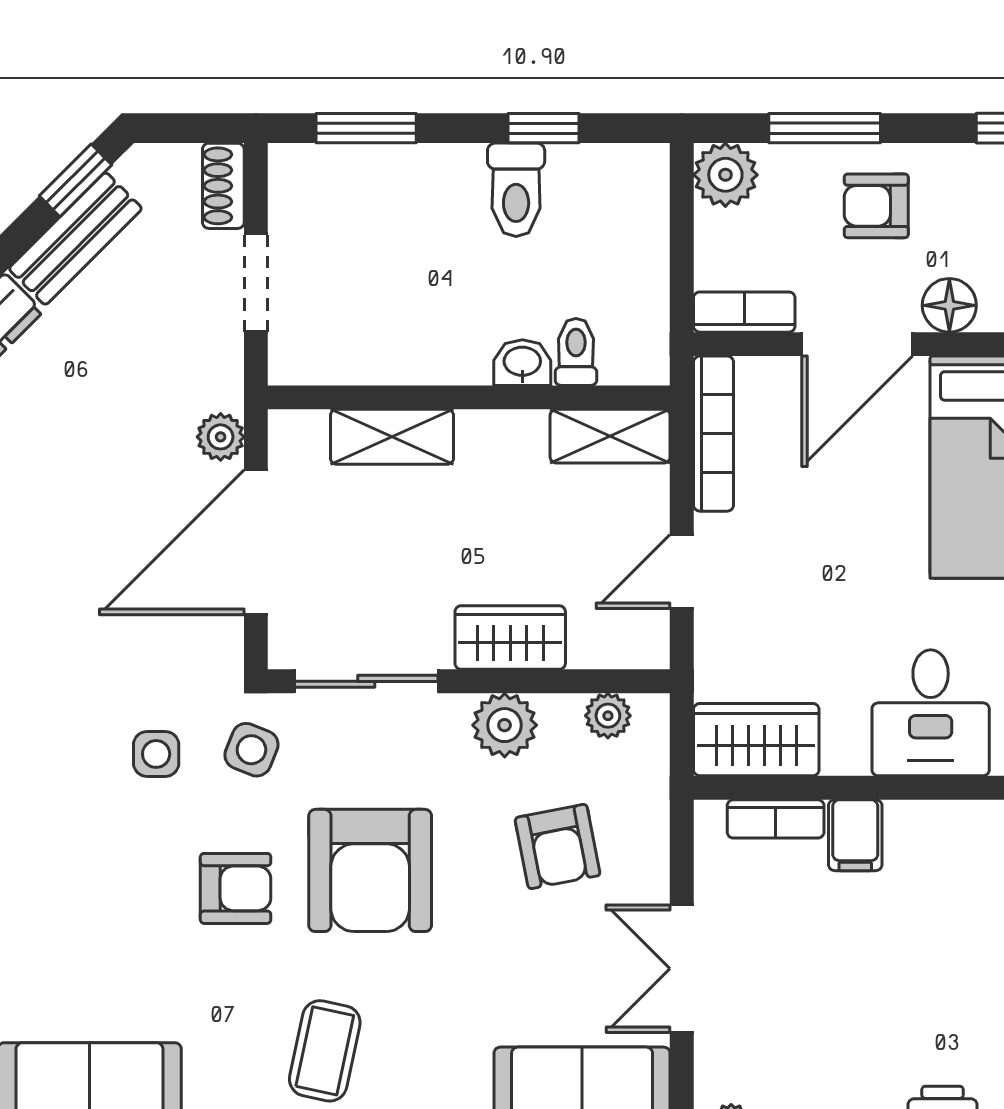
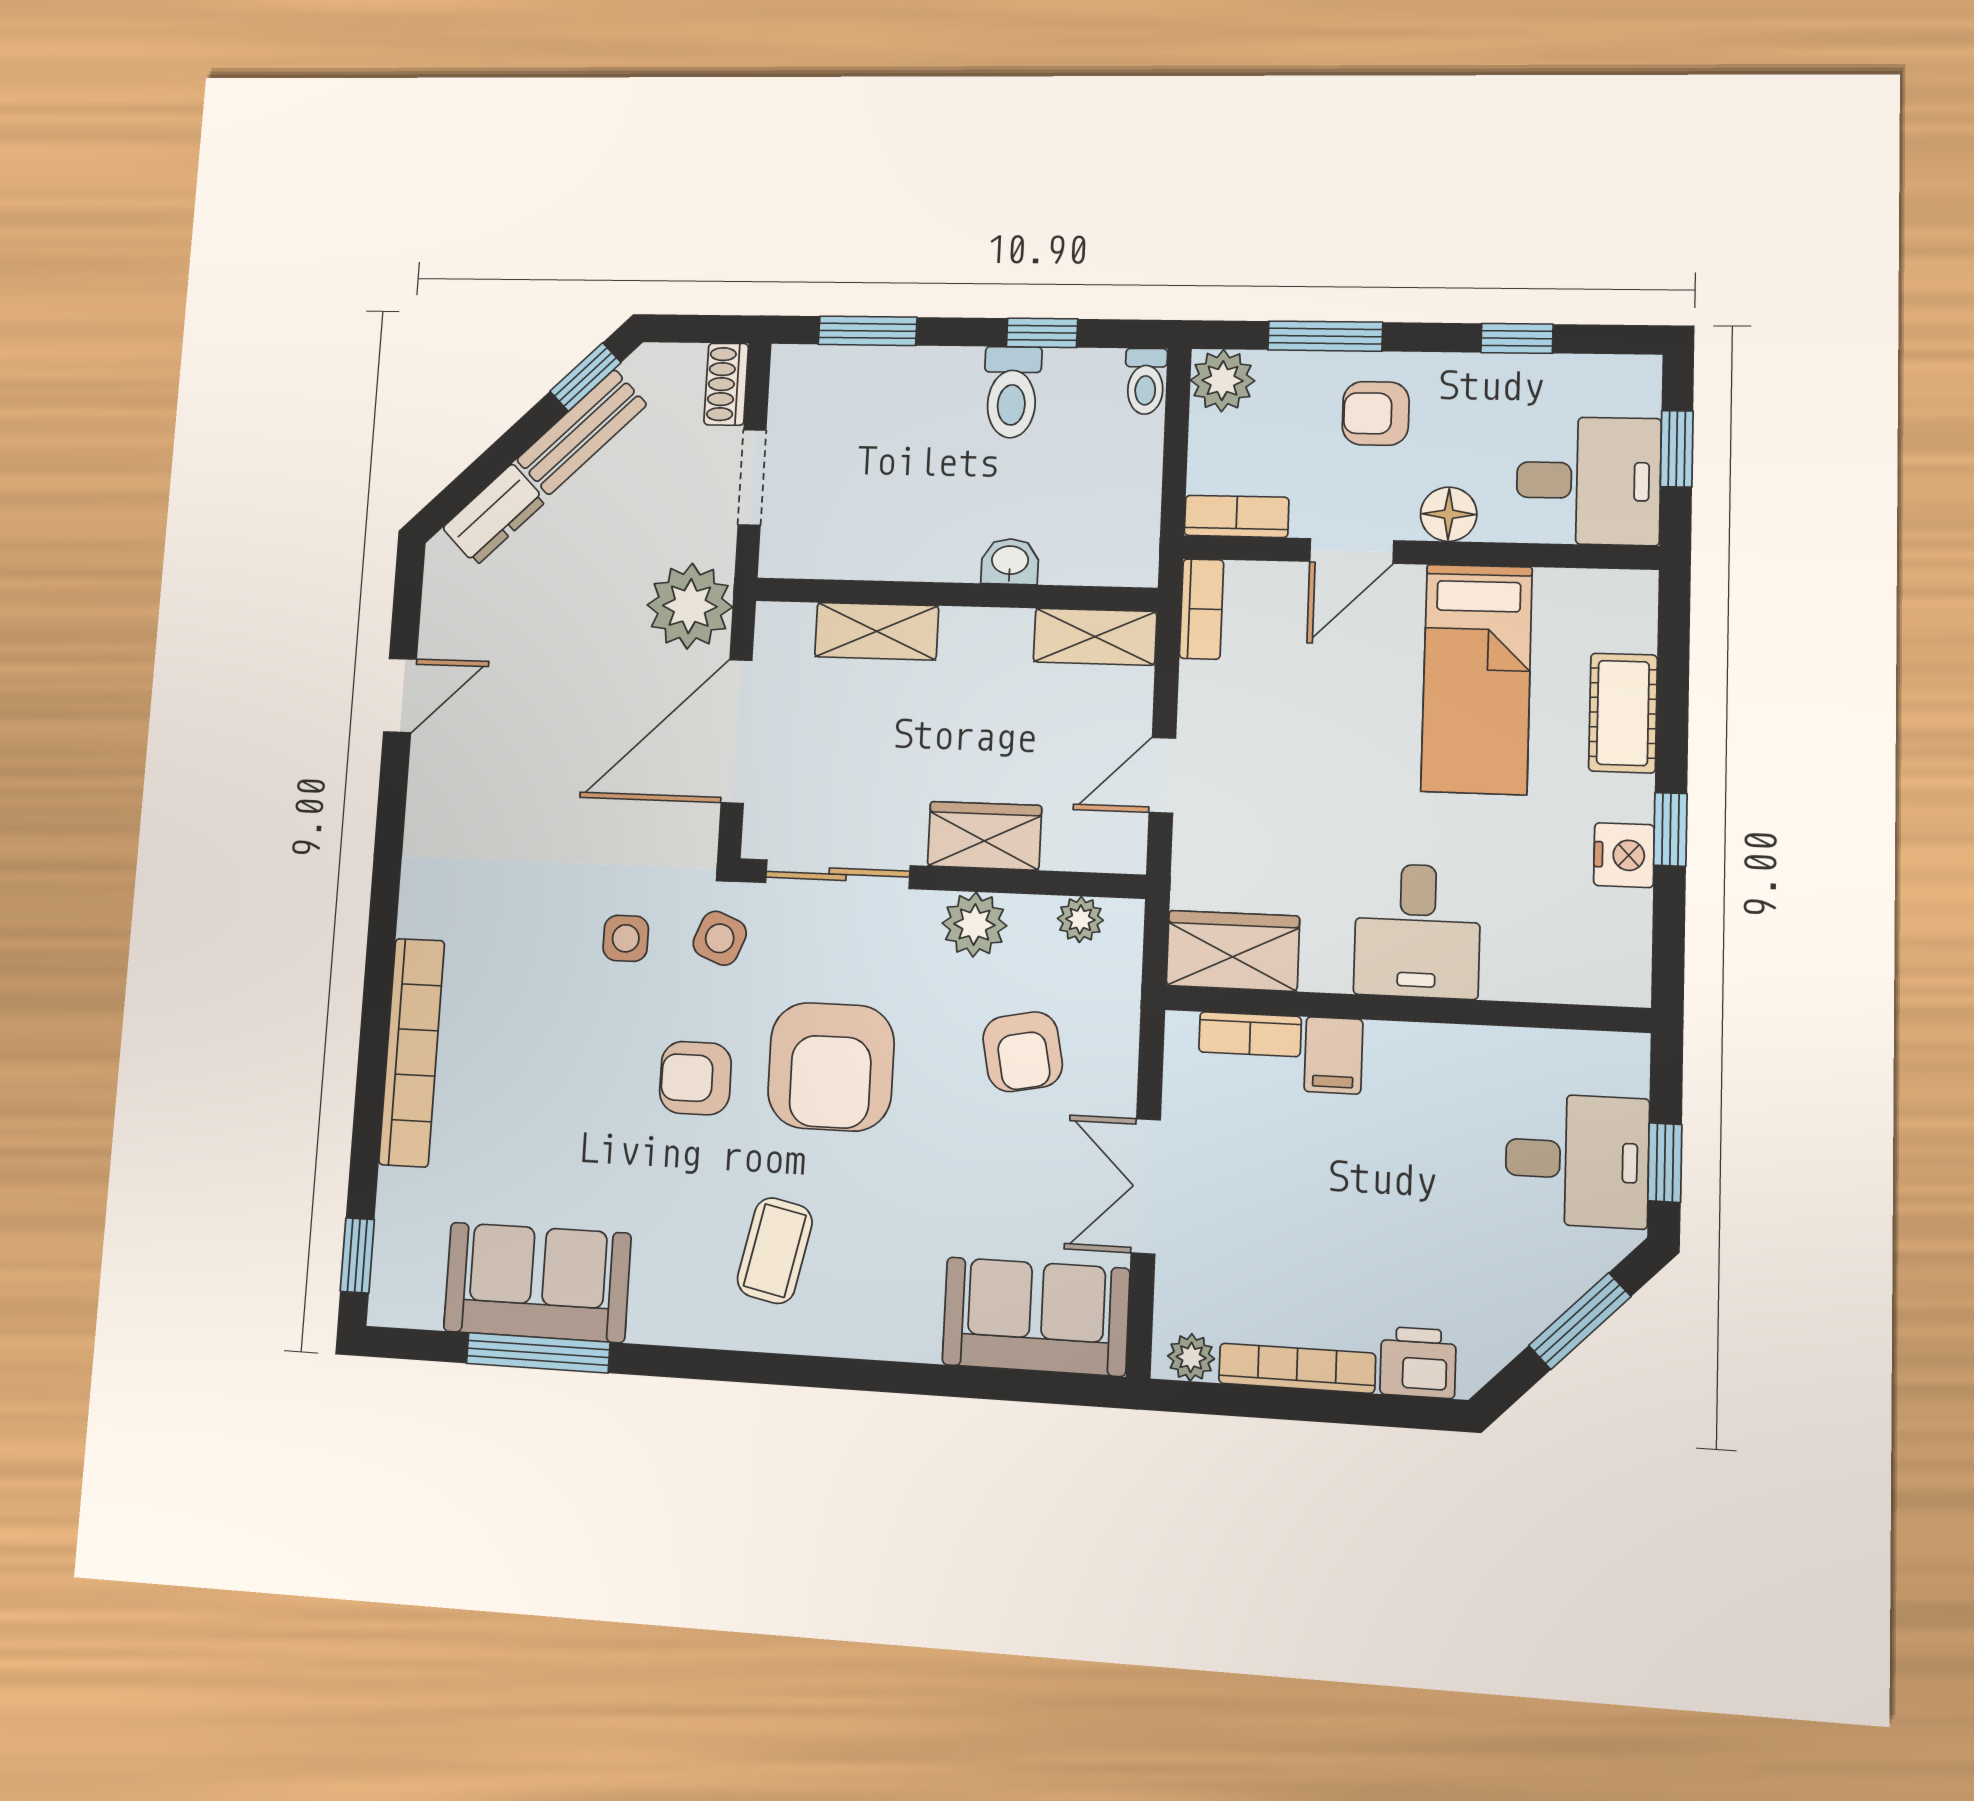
door: (857, 344) -> (1352, 551), width x0.73
toilet: (576, 352) -> (1146, 381), moved, turned 180
bookcase: (714, 434) -> (1202, 609), width x0.64
plant: (221, 437) -> (690, 606), width x1.87, depth x1.87
armchair: (236, 888) -> (695, 1078), turned 180

